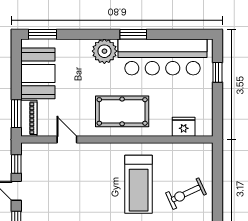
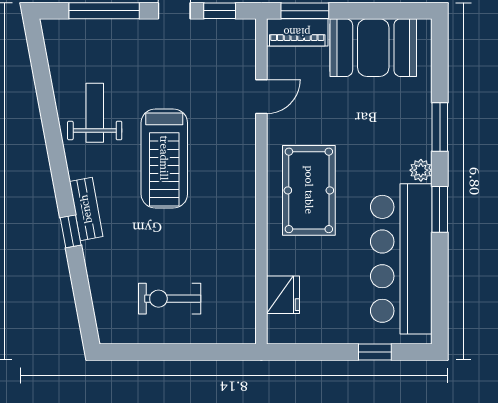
window: (43, 34) -> (440, 127), moved
plant: (104, 51) -> (421, 170), width x0.53, depth x0.53
treadmill: (139, 184) -> (164, 158), moved, turned -90
exercise bike: (186, 194) -> (170, 299), turned -65

